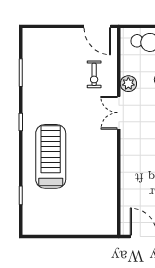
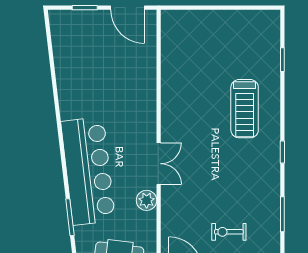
exercise bike: (94, 74) -> (229, 232), moved, turned -90
treadmill: (51, 156) -> (245, 109), width x0.73, depth x0.73

